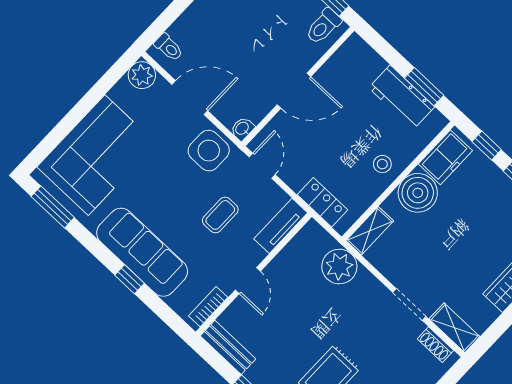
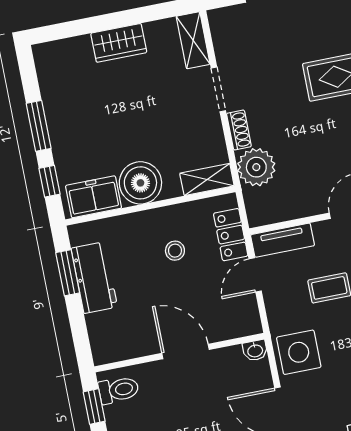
stool: (382, 164) -> (175, 251), moved
door: (262, 166) -> (255, 275), moved
shoe rack: (435, 345) -> (239, 130), moved

